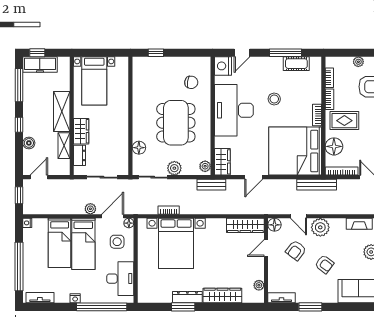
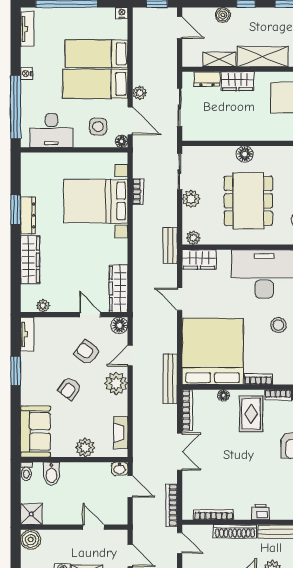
dining table: (176, 123) -> (248, 201), turned 90
floor lamp: (334, 146) -> (224, 395), width x0.53, depth x0.53
floor lamp: (139, 148) -> (245, 154), moved

